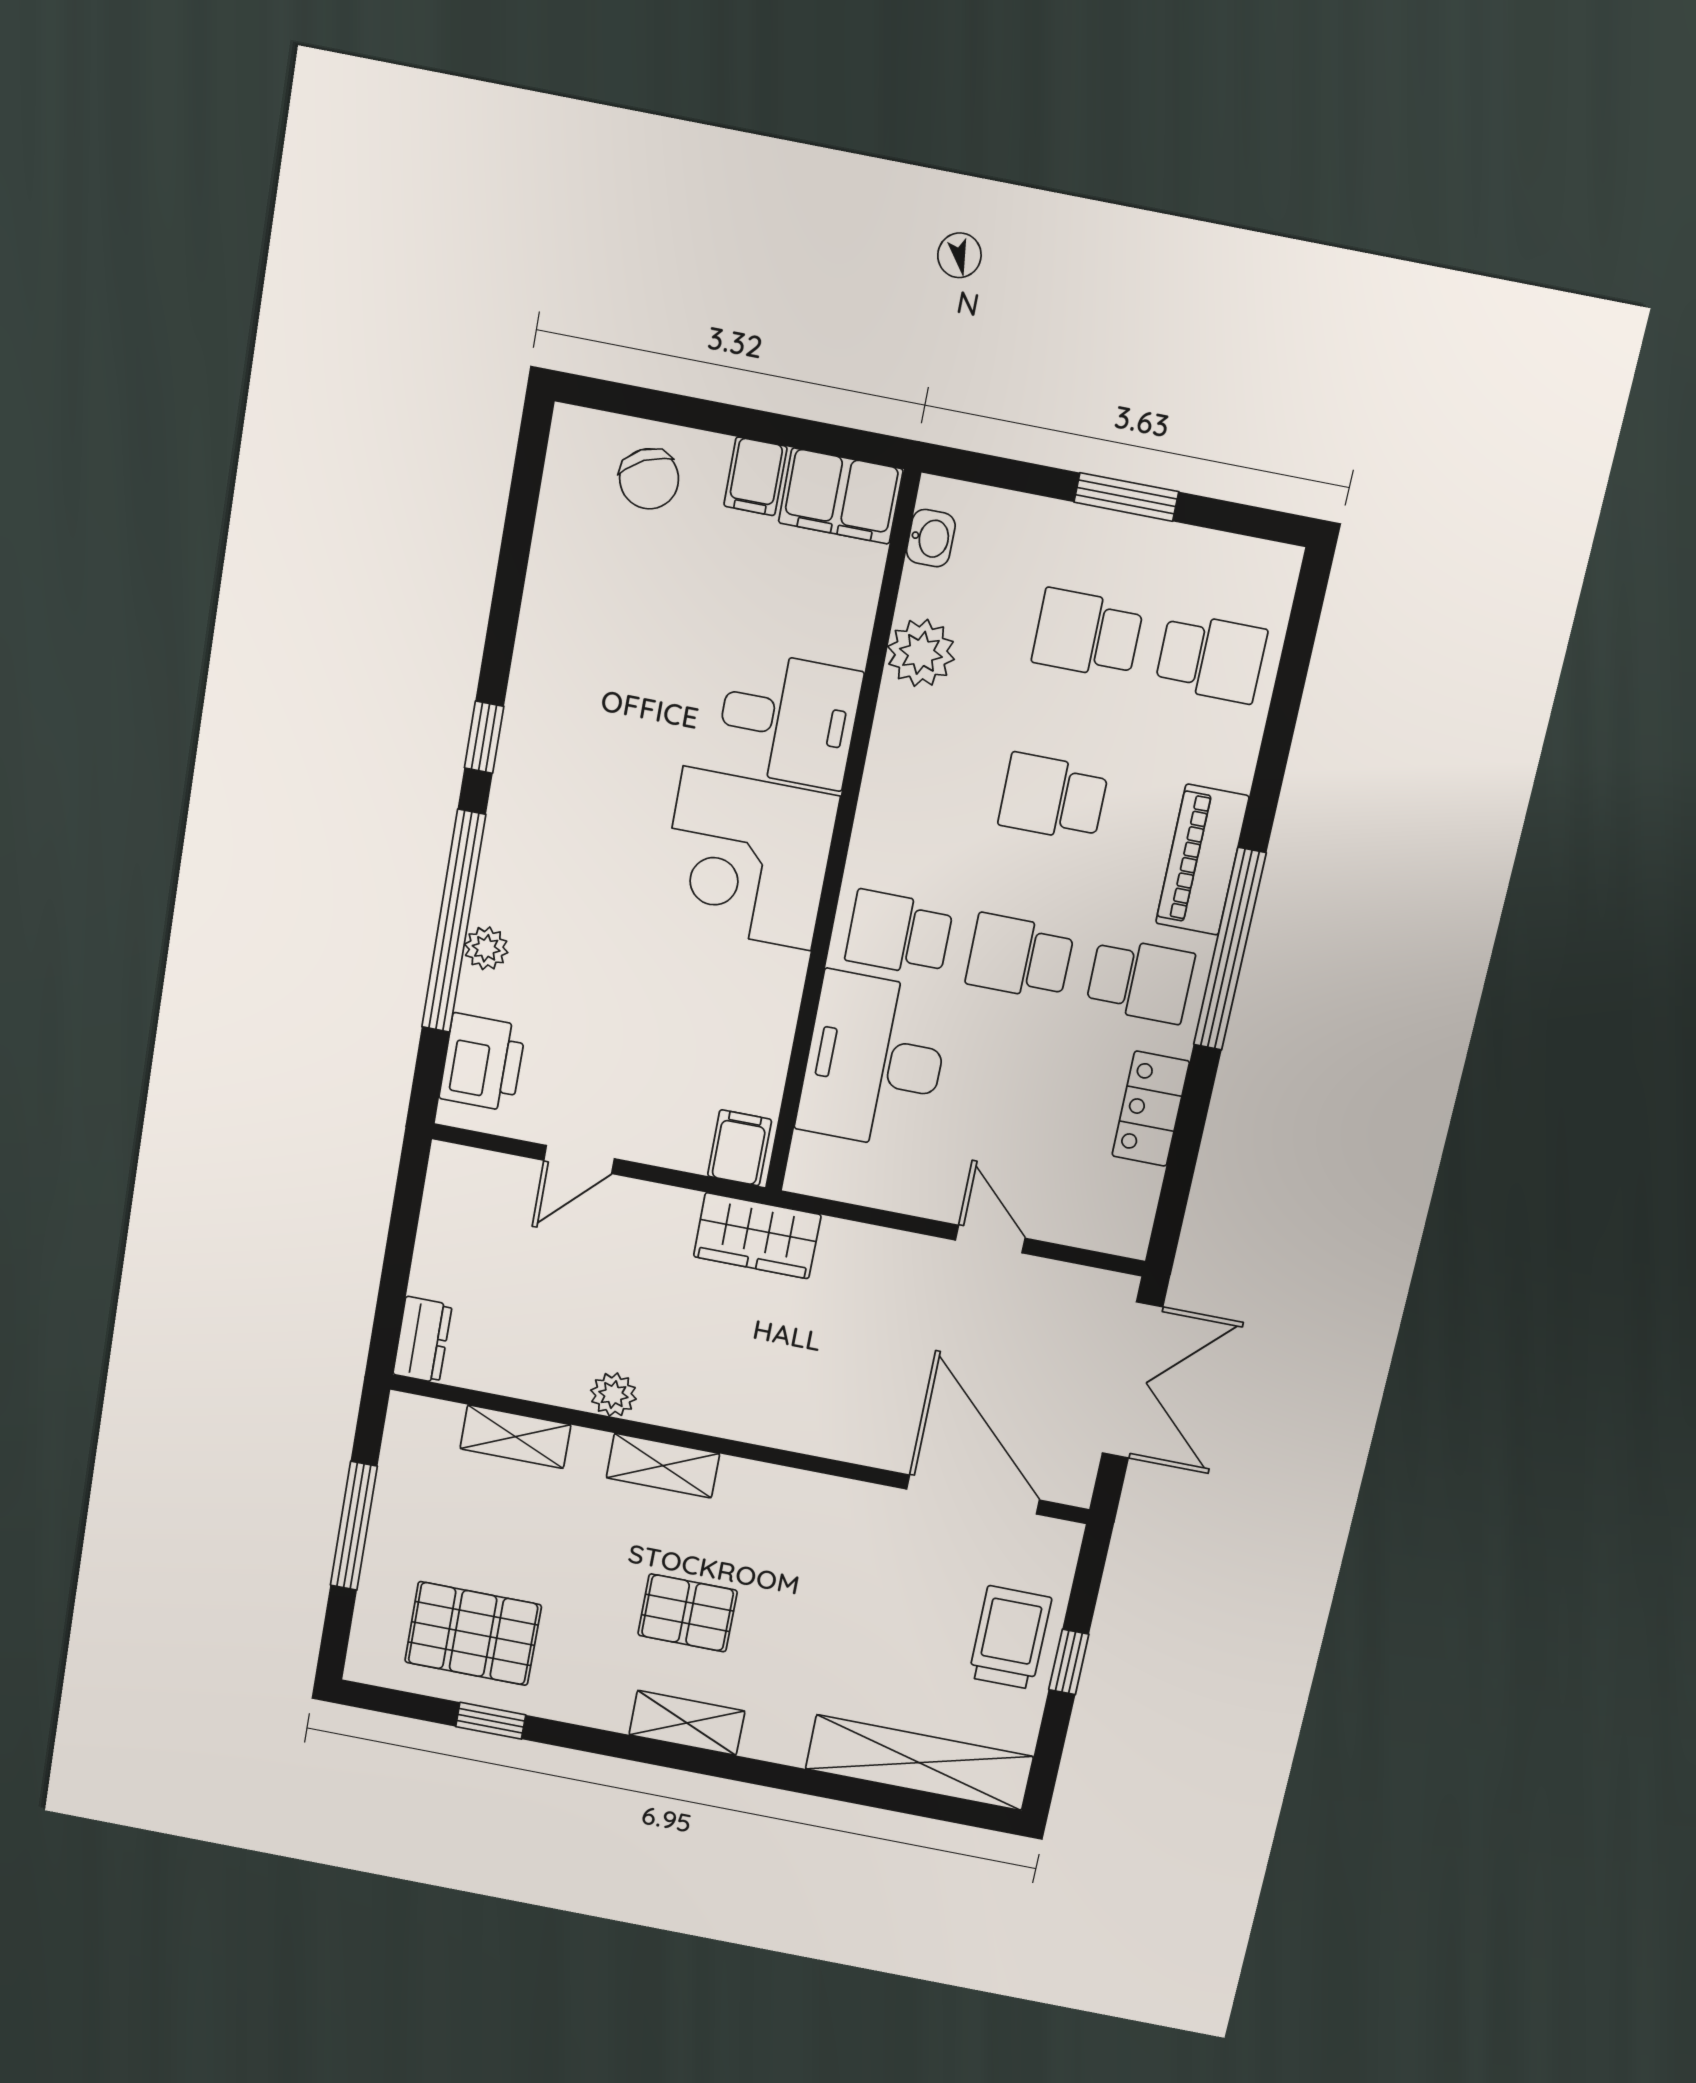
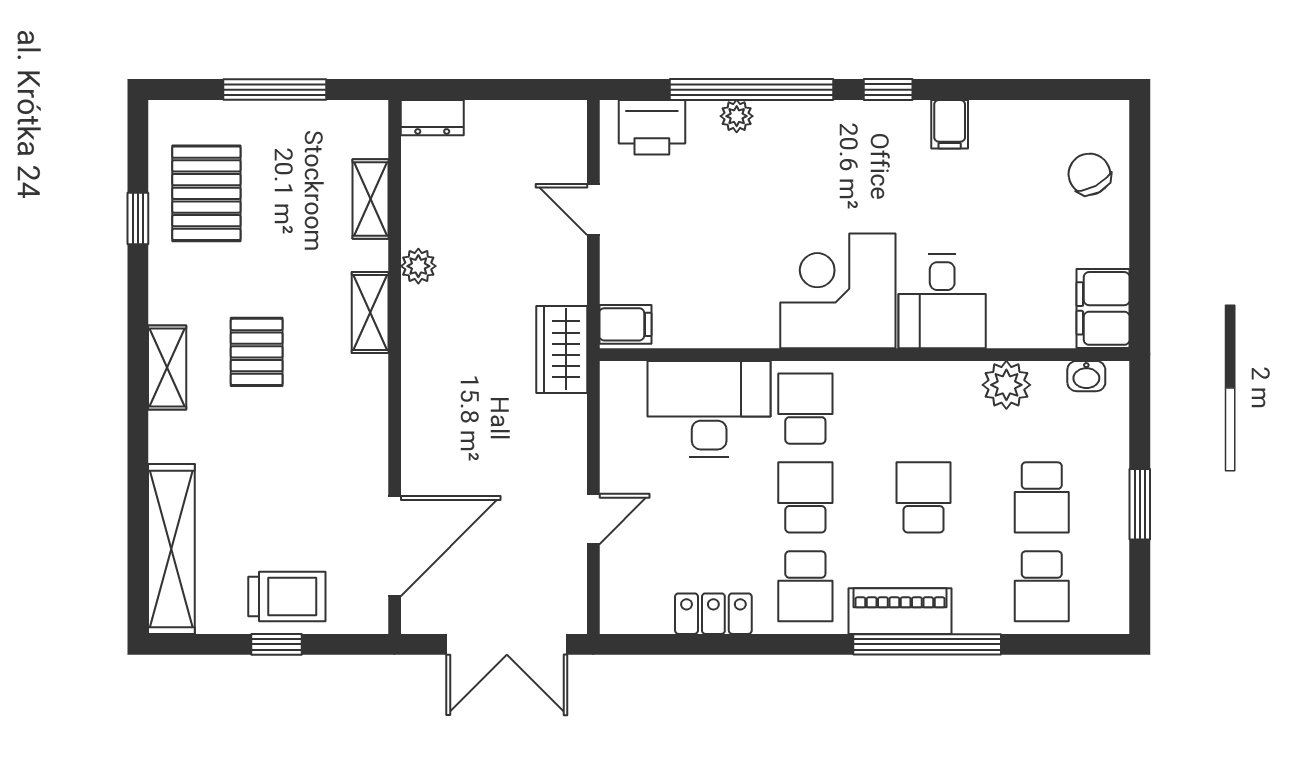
filing cabinet: (755, 476) -> (950, 124), moved, turned -90
chair: (649, 479) -> (1089, 174), turned 88
school desk: (1087, 634) -> (1042, 497), turned 180
window: (1230, 949) -> (927, 644), moved

